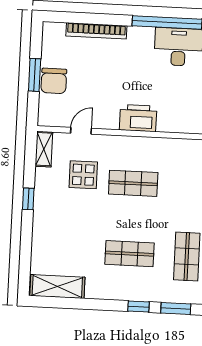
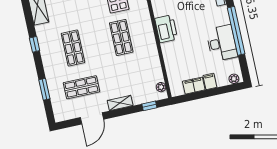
window: (139, 307) -> (35, 44), moved

